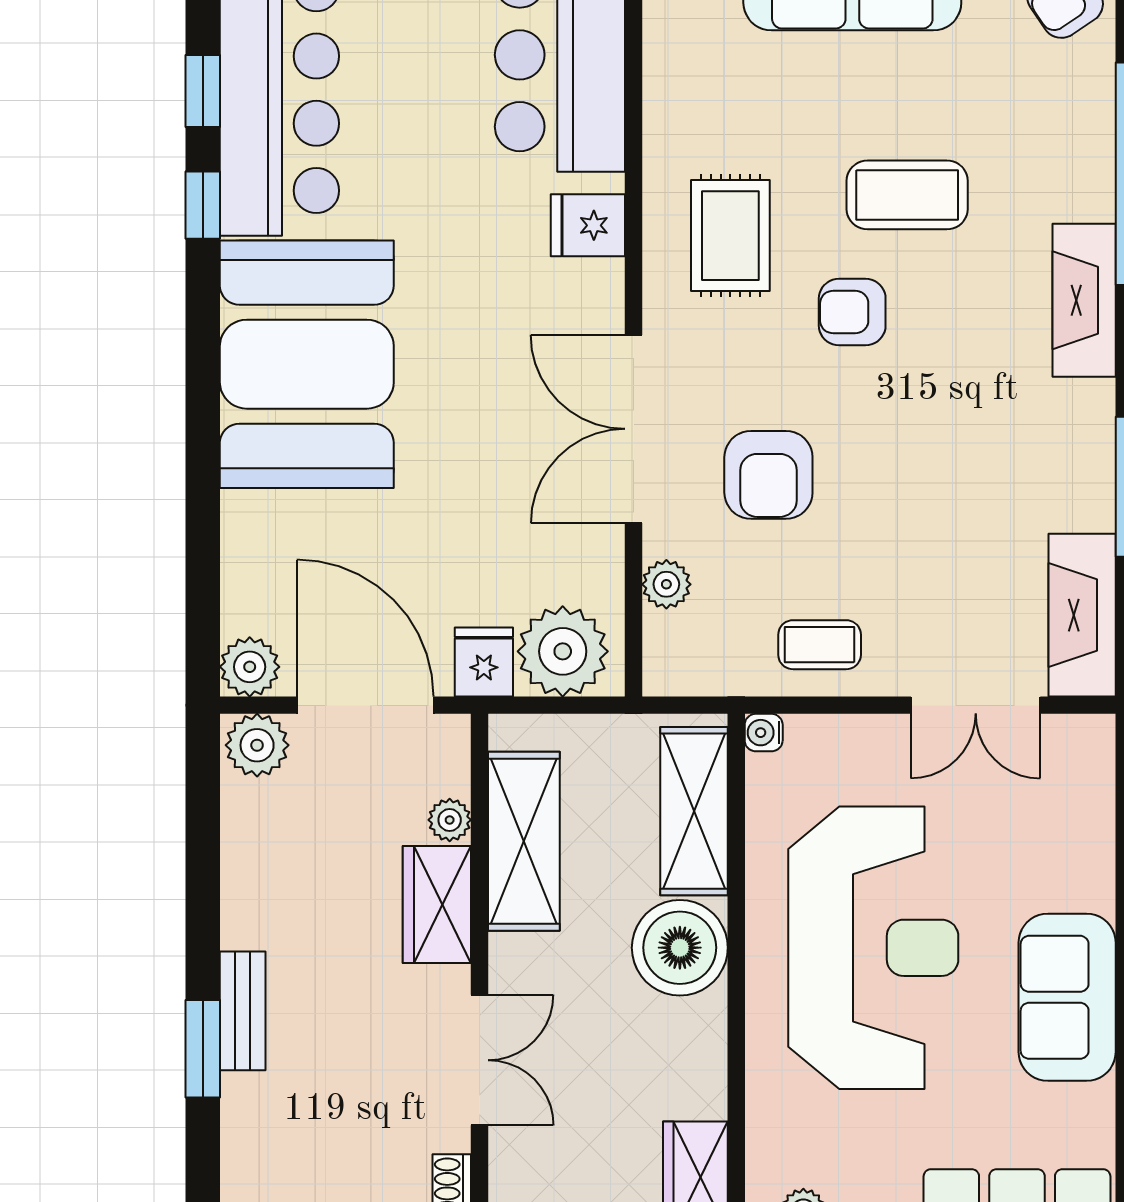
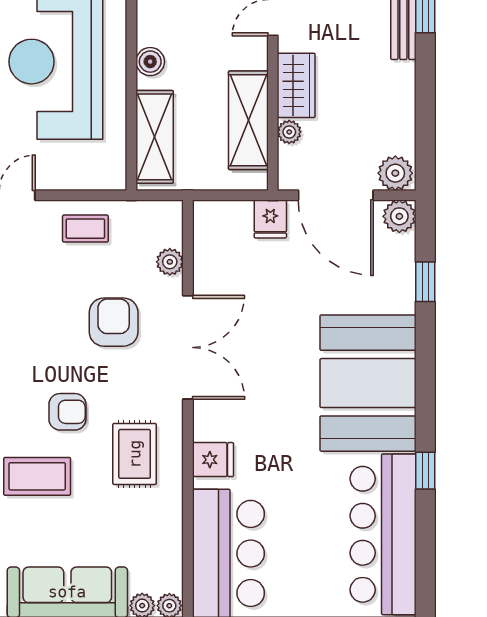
window: (203, 91) -> (425, 282), moved
plant: (563, 651) -> (227, 225), removed
water cooler: (764, 733) -> (116, 180), removed
boiler: (680, 948) -> (150, 62), width x0.54, depth x0.54

